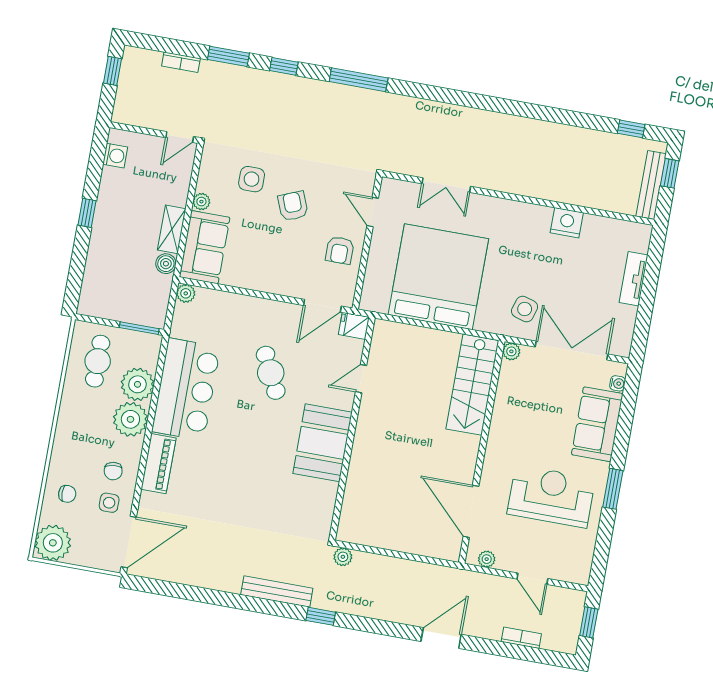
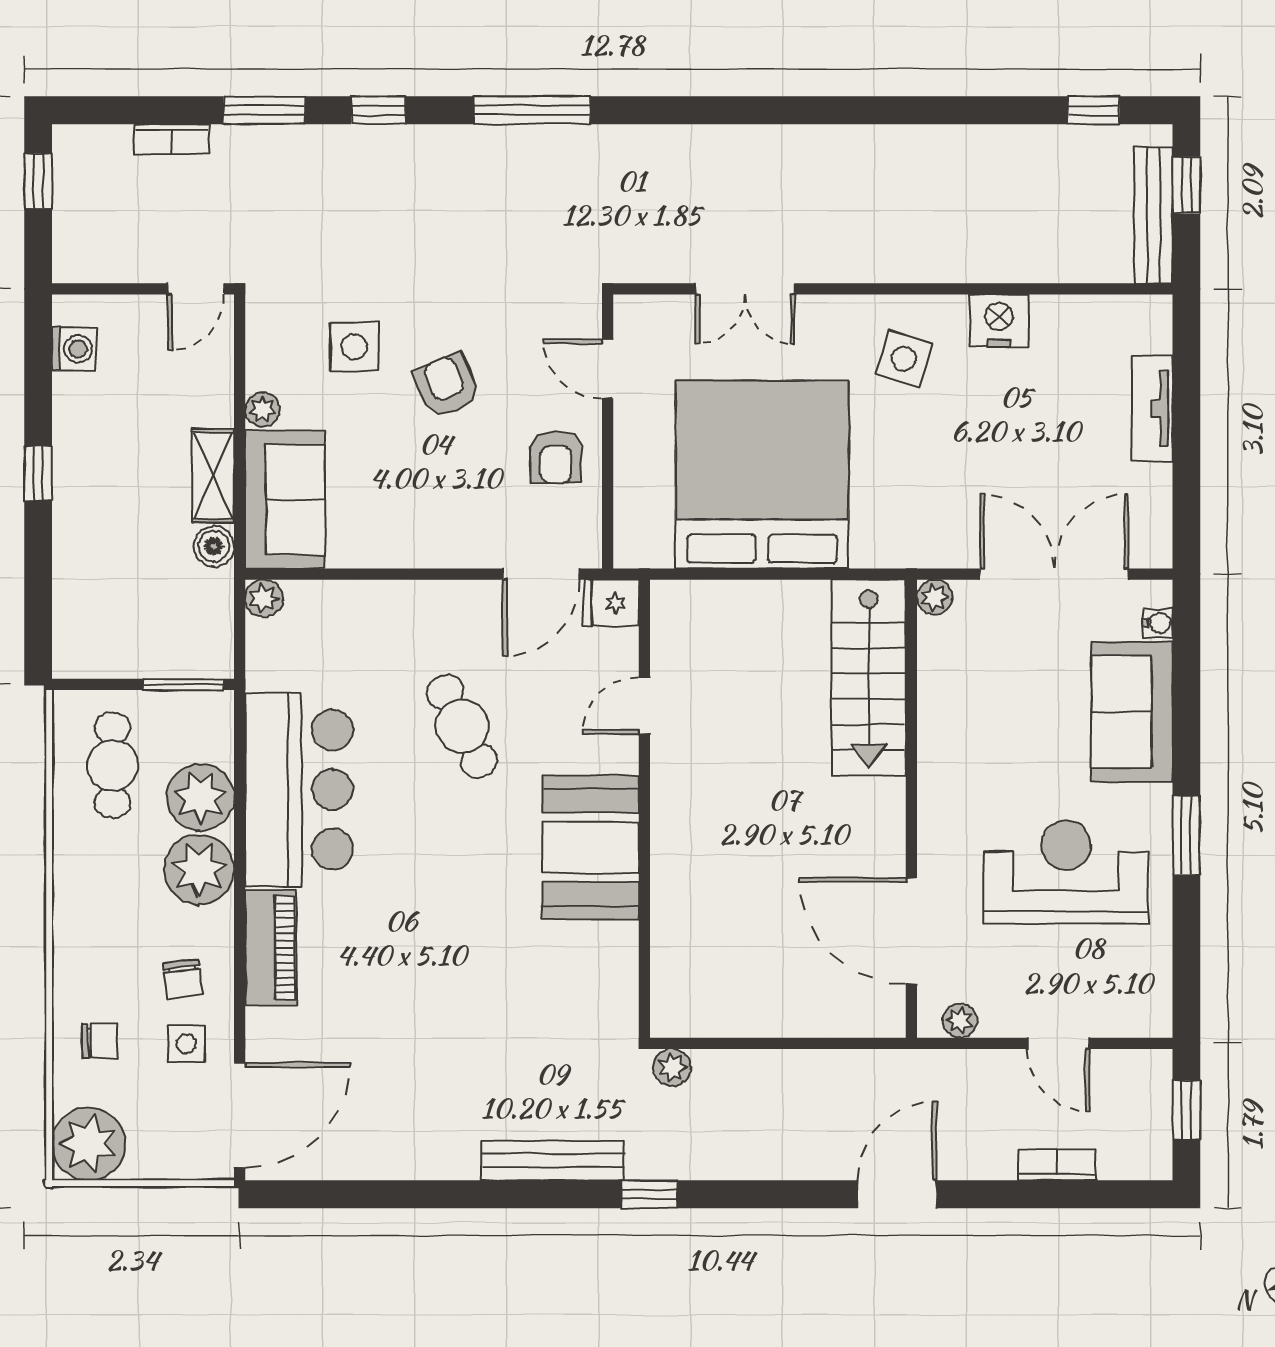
side table: (525, 309) -> (904, 359), moved

